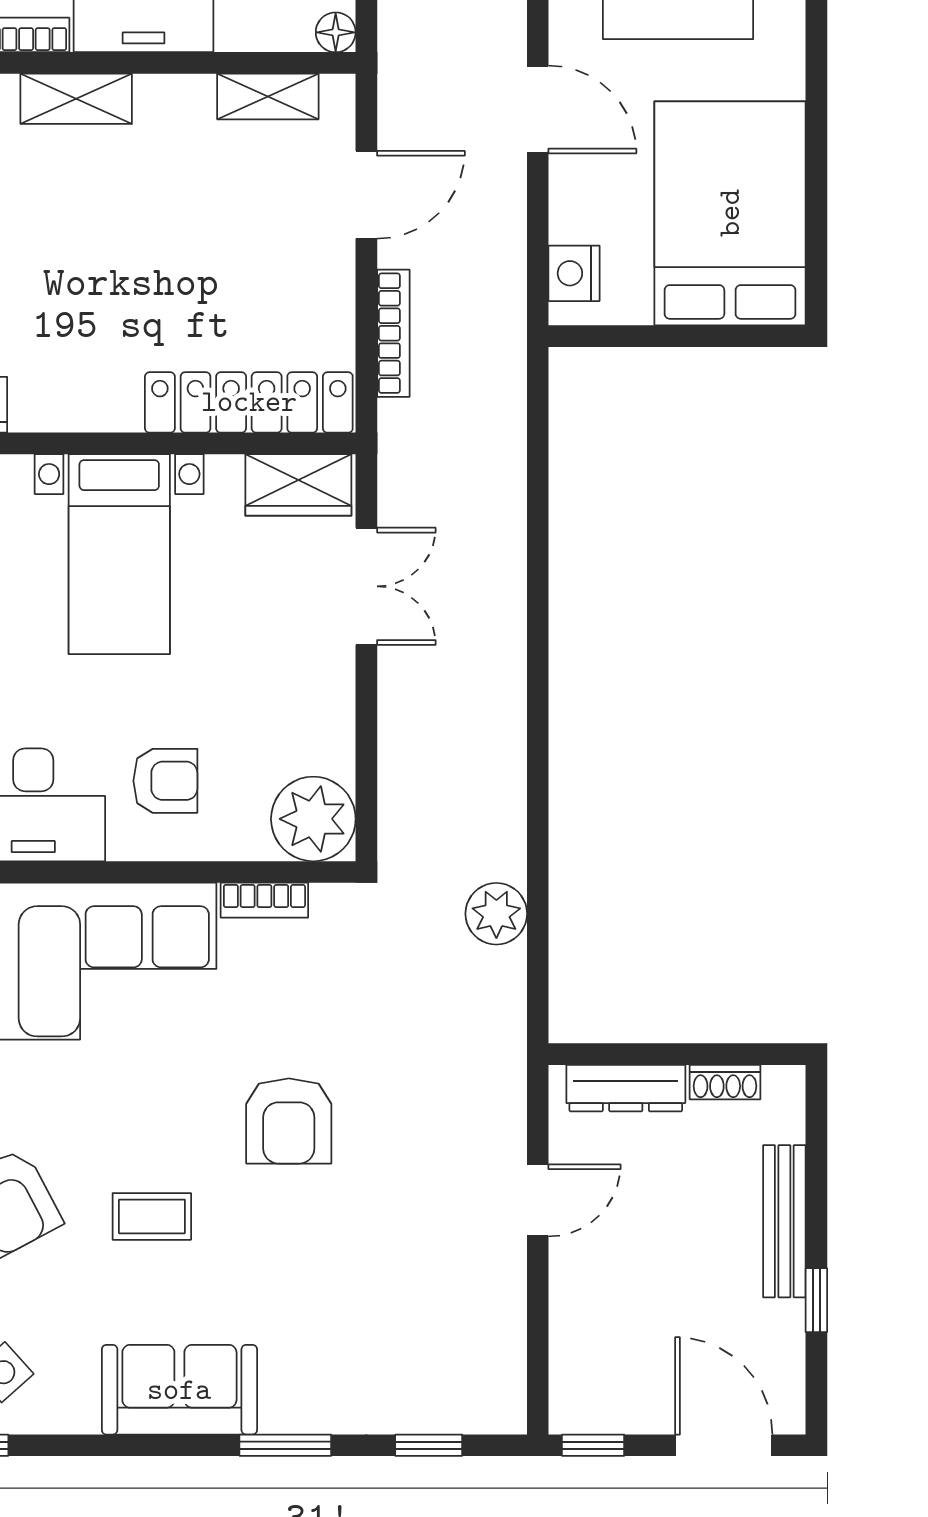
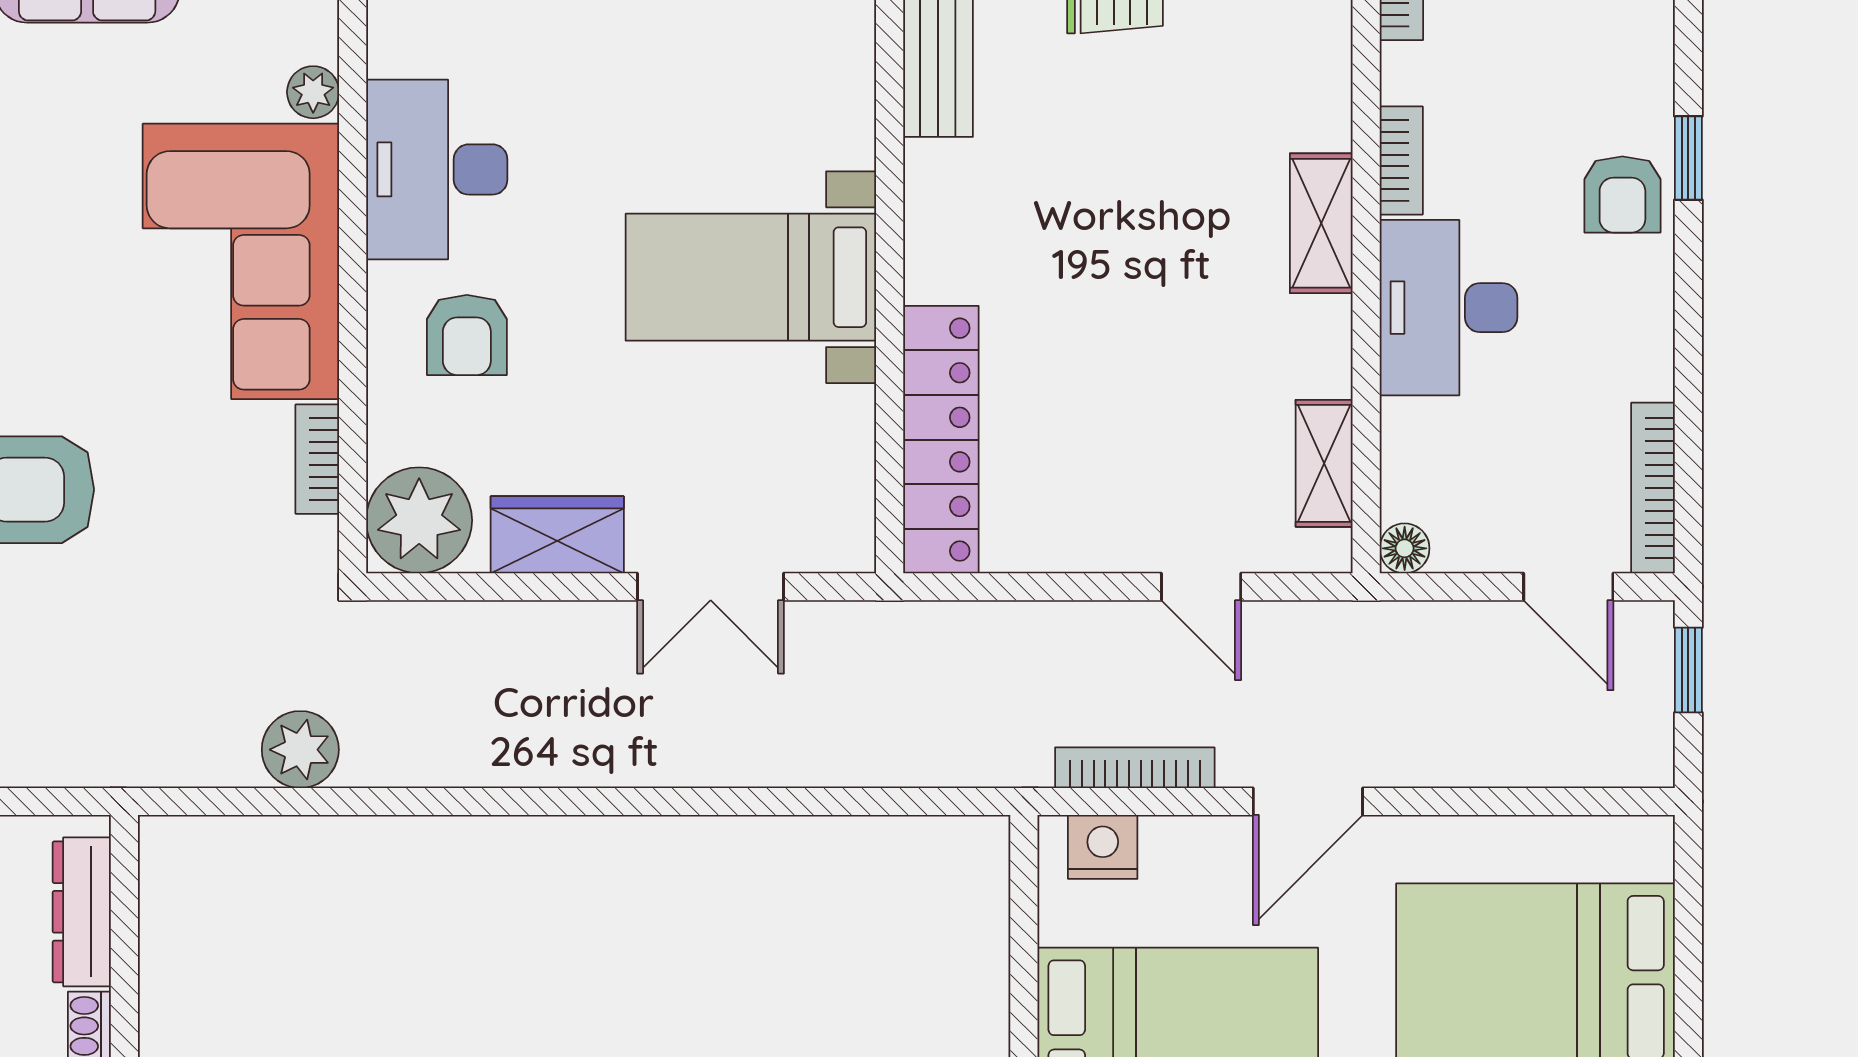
door: (366, 195) -> (1201, 587), width x0.73
bookcase: (393, 333) -> (1135, 768), moved, turned 180
wardrobe: (298, 485) -> (557, 535), moved, turned 90

